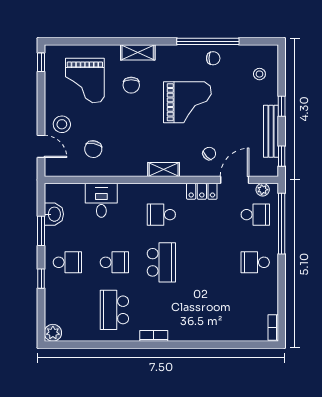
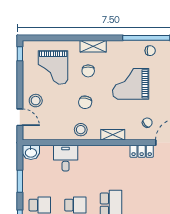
grand piano: (187, 102) -> (131, 84), turned 180
chair: (93, 149) -> (85, 102), moved
stool: (121, 163) -> (81, 130), added
washbasin: (54, 214) -> (31, 152), moved, turned 90
school desk: (161, 215) -> (111, 169), removed

